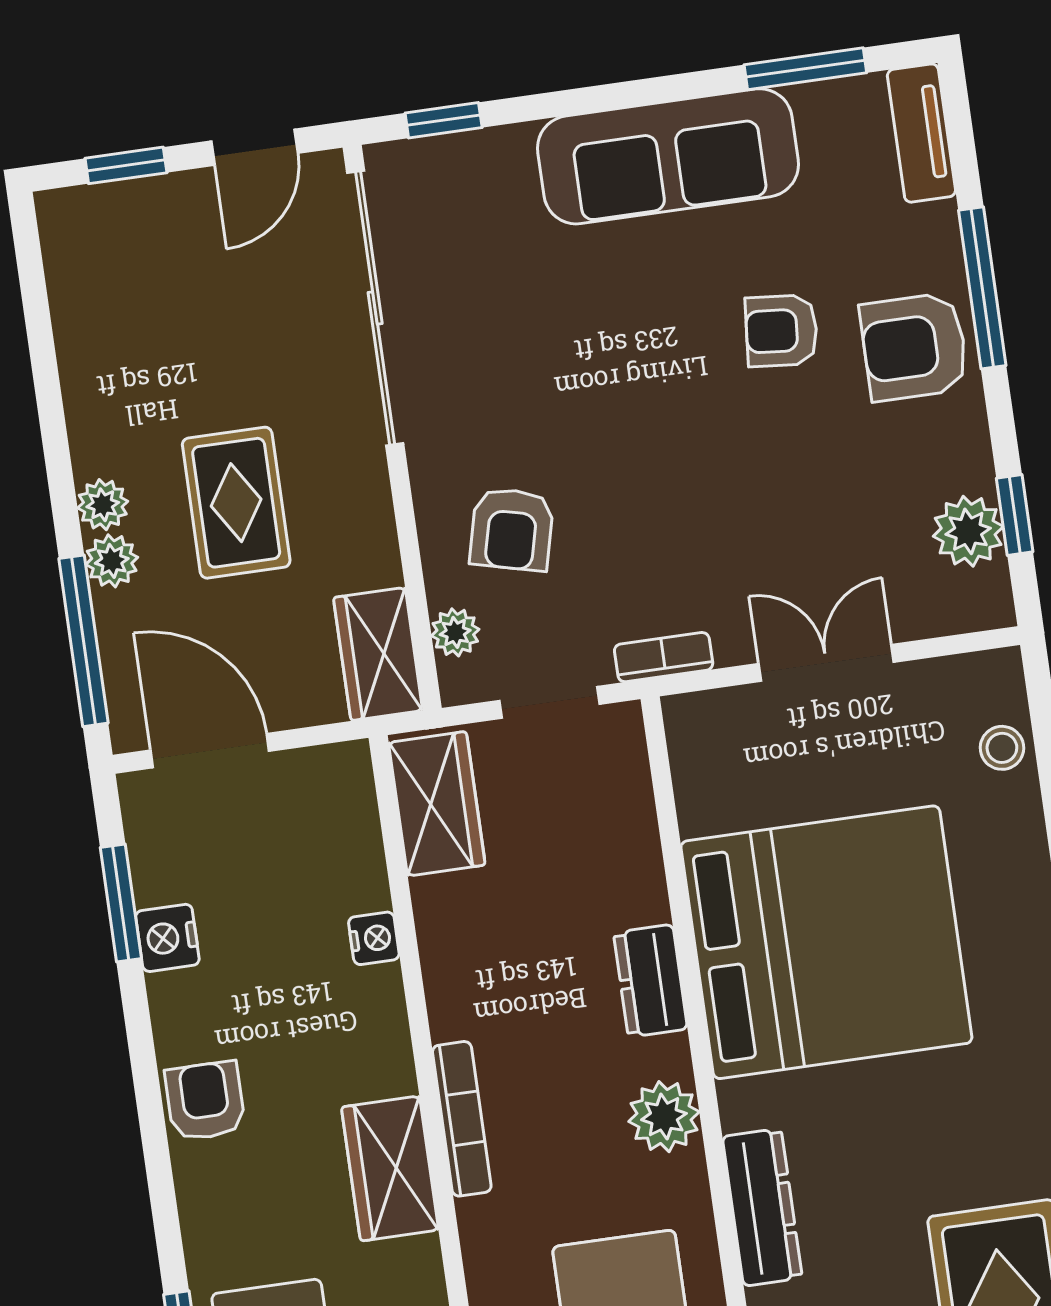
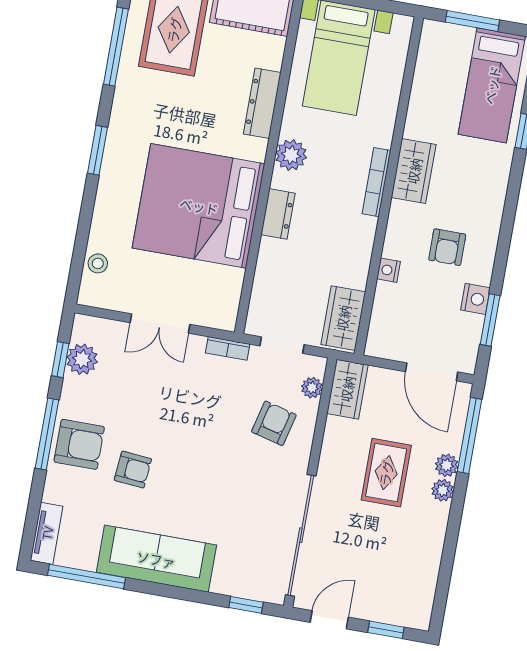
window: (805, 69) -> (87, 576), width x1.44
window: (982, 288) -> (47, 434), moved
armchair: (205, 1101) -> (447, 247), moved

